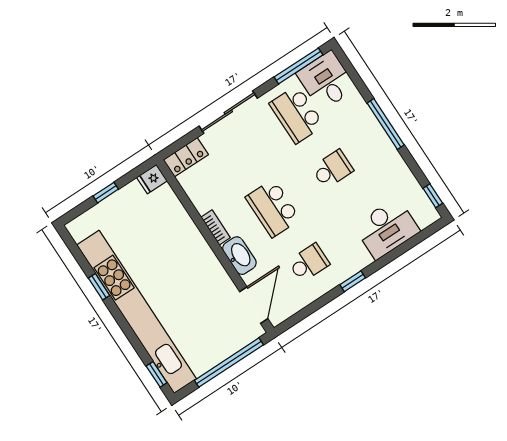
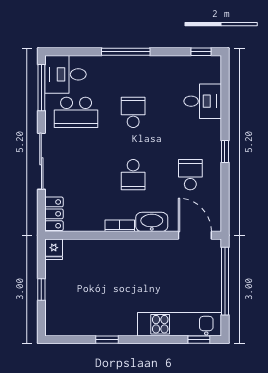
school desk: (273, 208) -> (133, 175), width x0.54
desk: (387, 228) -> (203, 101), width x0.73
kitchen unit: (137, 312) -> (179, 324), width x0.54

